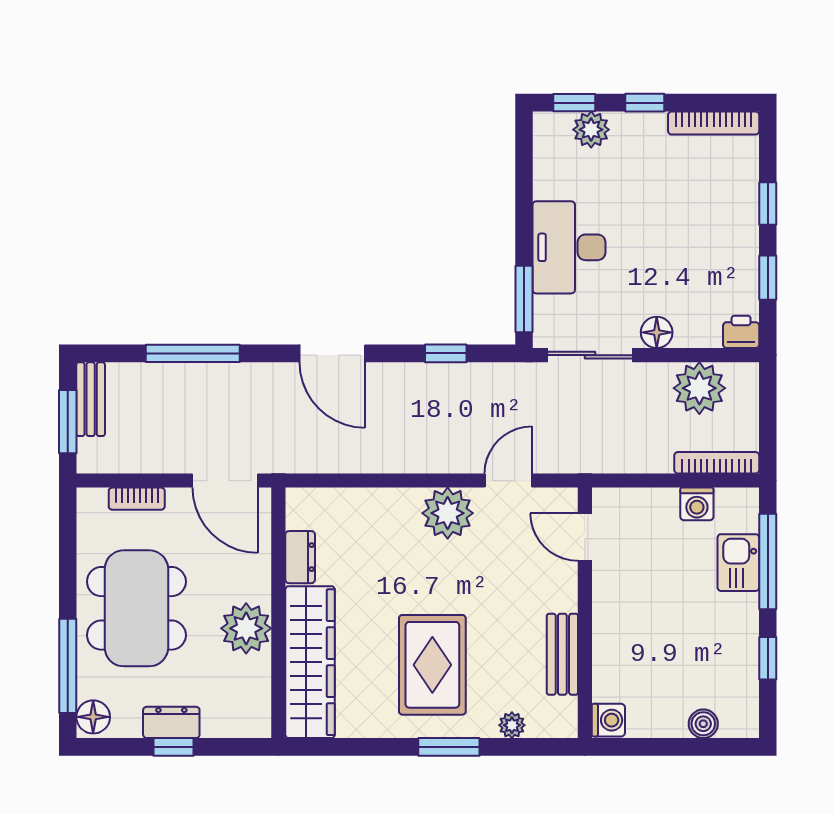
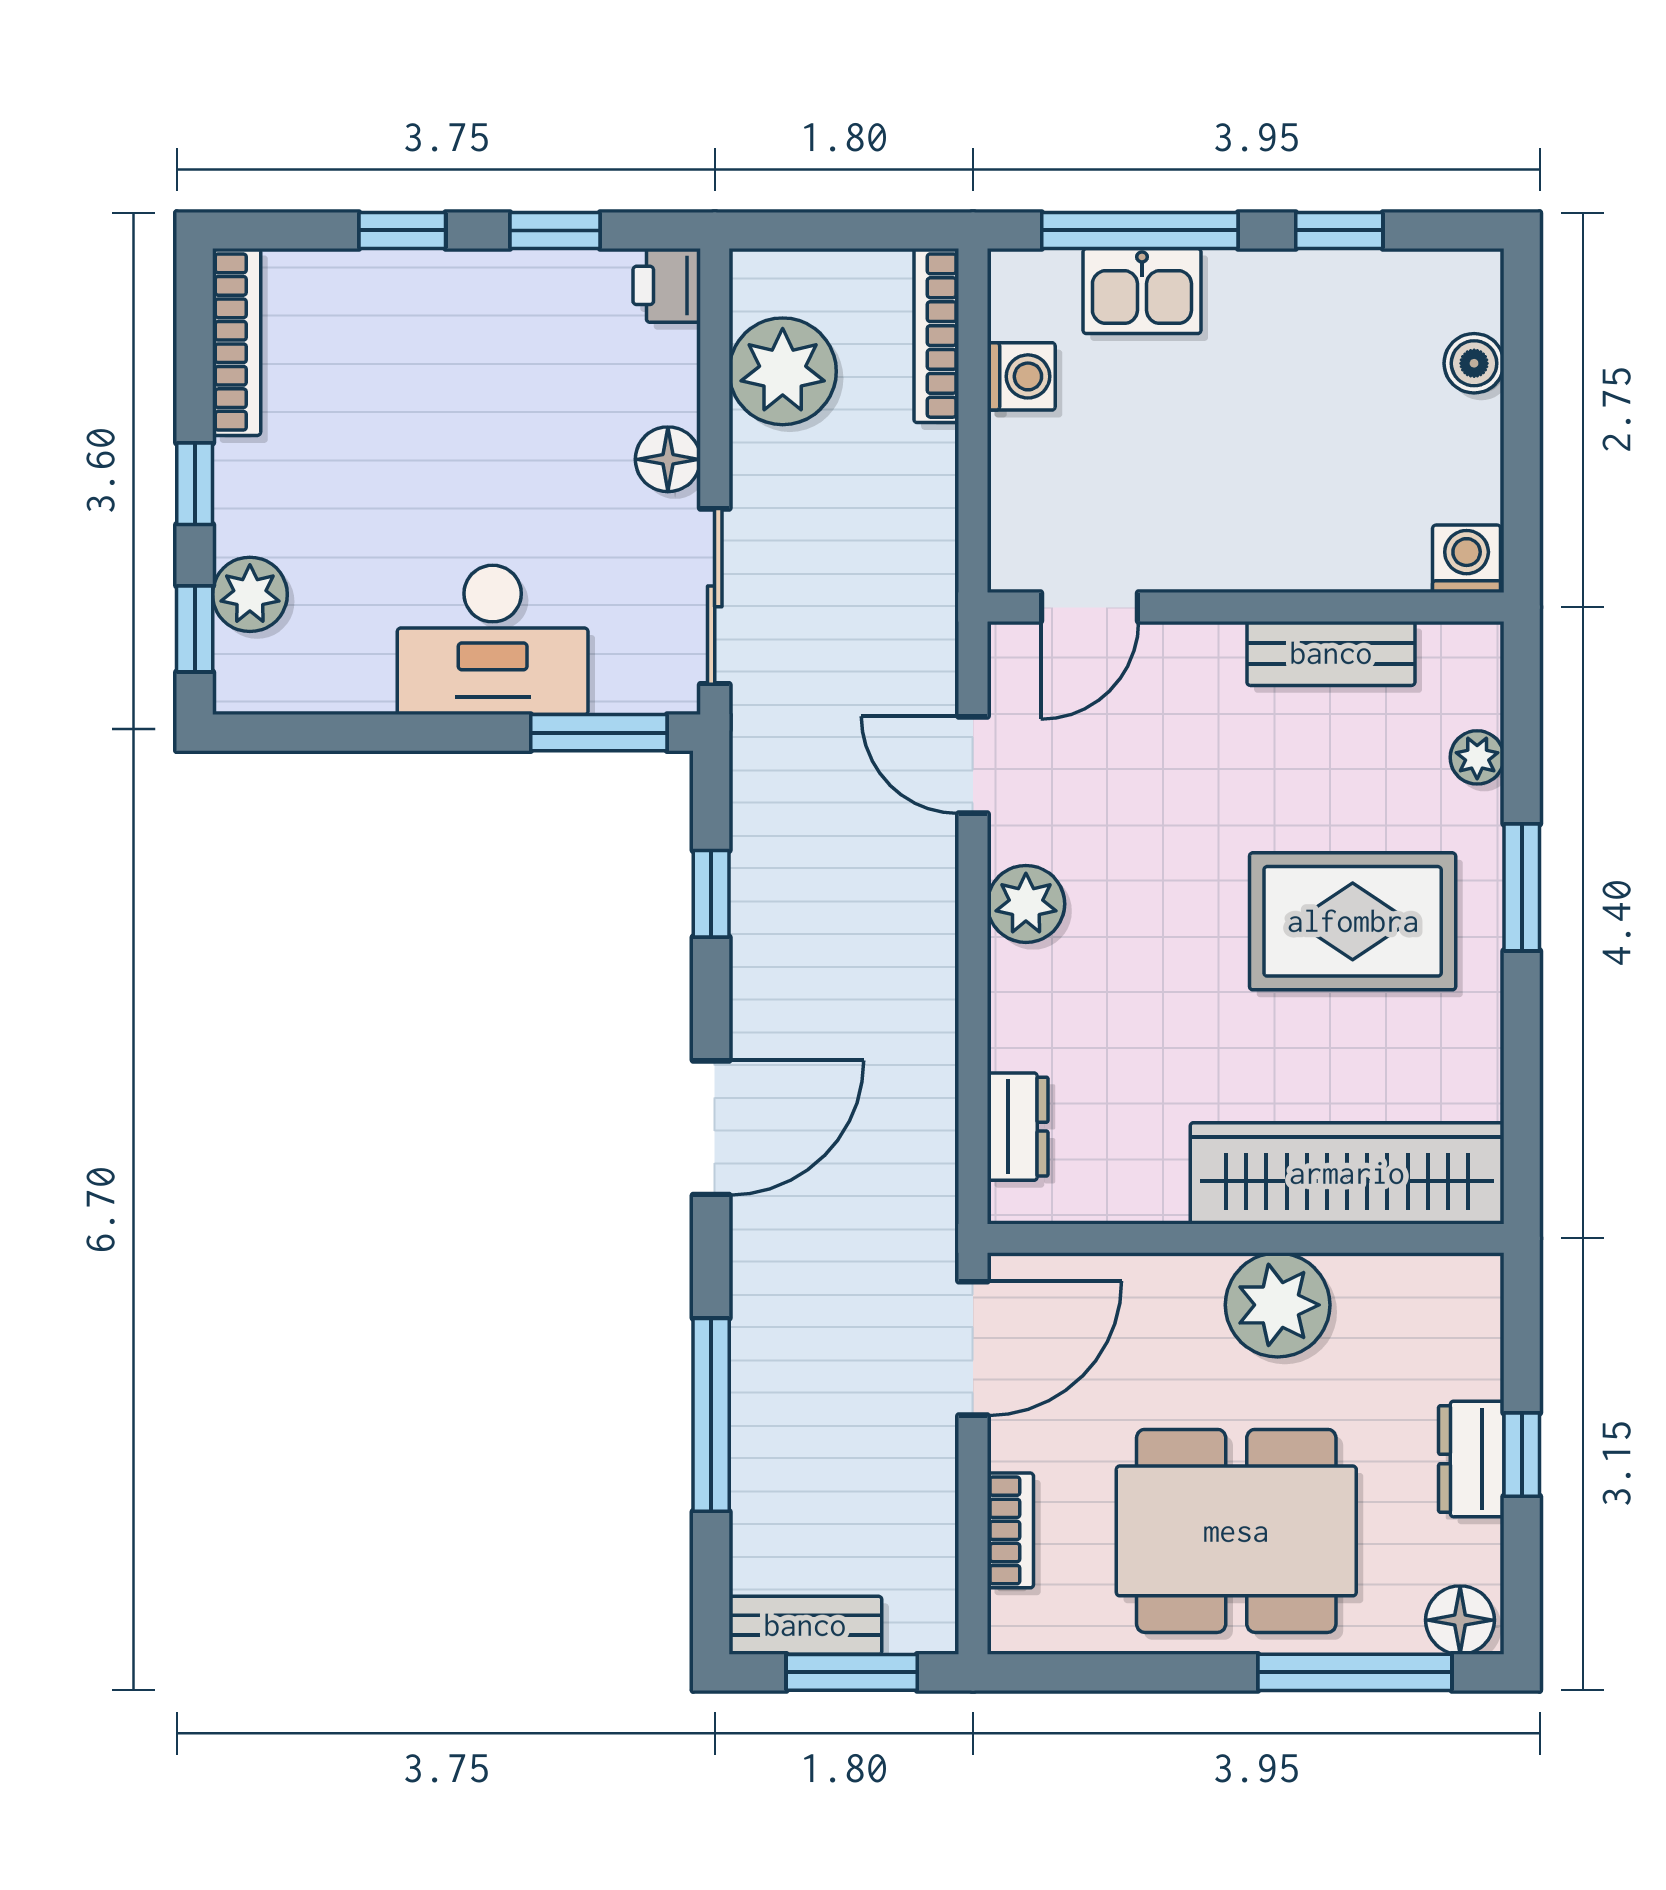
plant: (448, 513) -> (1026, 904), width x0.73, depth x0.73
dresser: (300, 557) -> (1018, 1127), moved, turned 90

